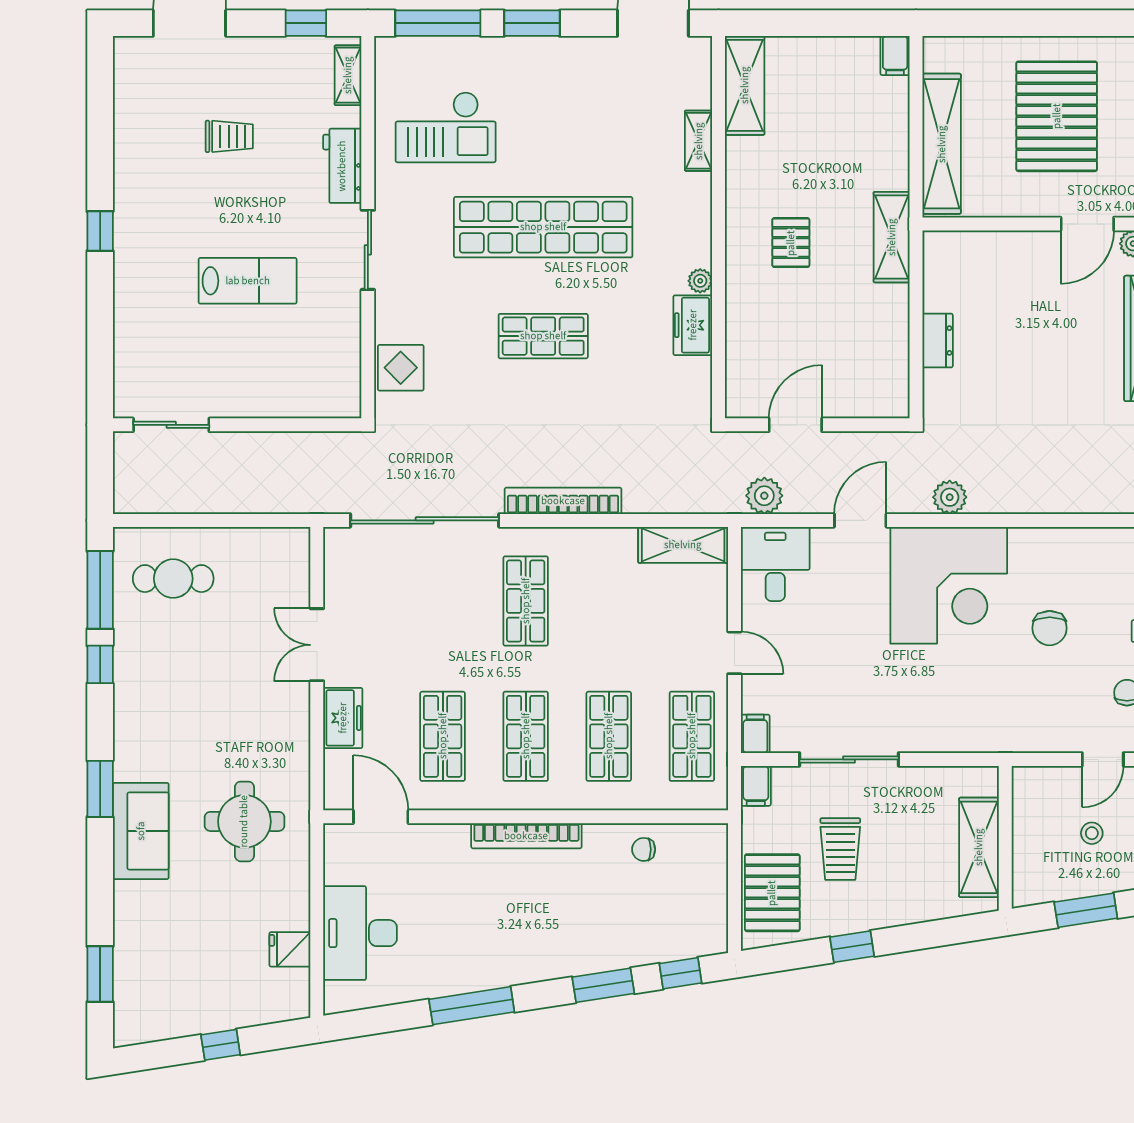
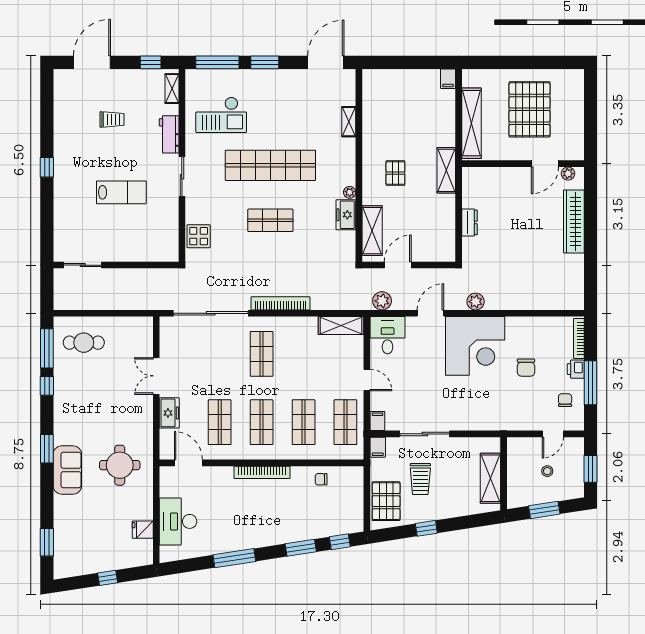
shelving: (745, 85) -> (372, 231), moved

